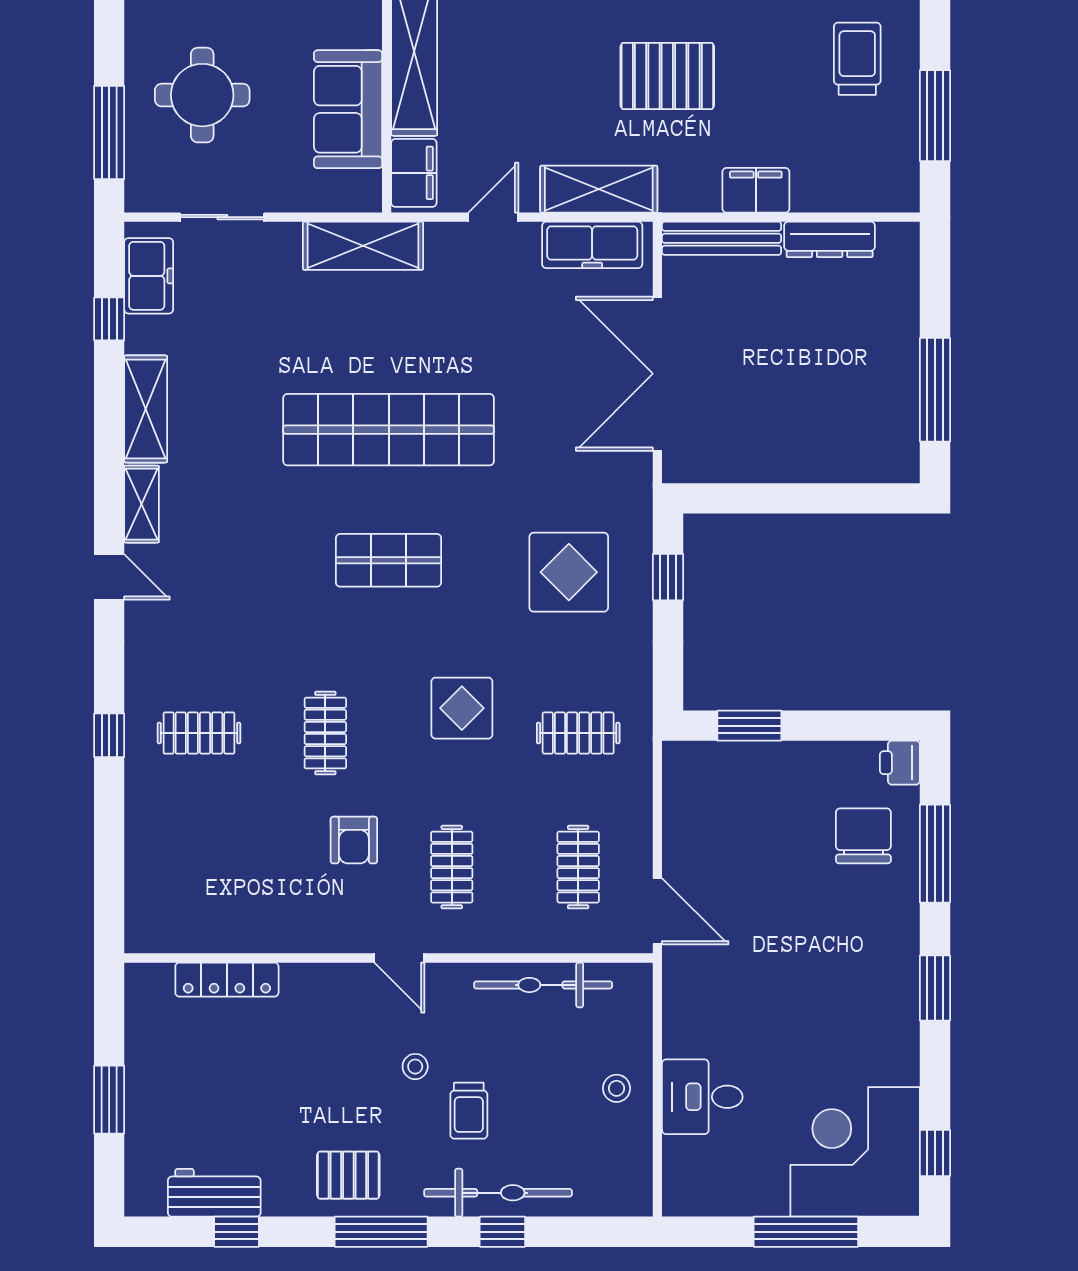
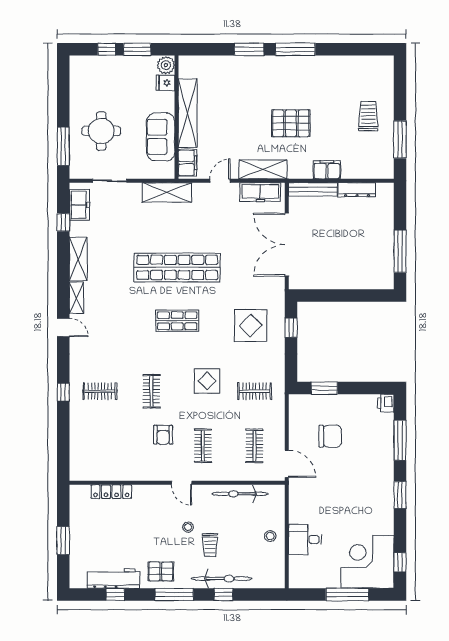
chair: (863, 836) -> (330, 436), moved, turned 90
workbench: (214, 1193) -> (113, 579), width x1.38

